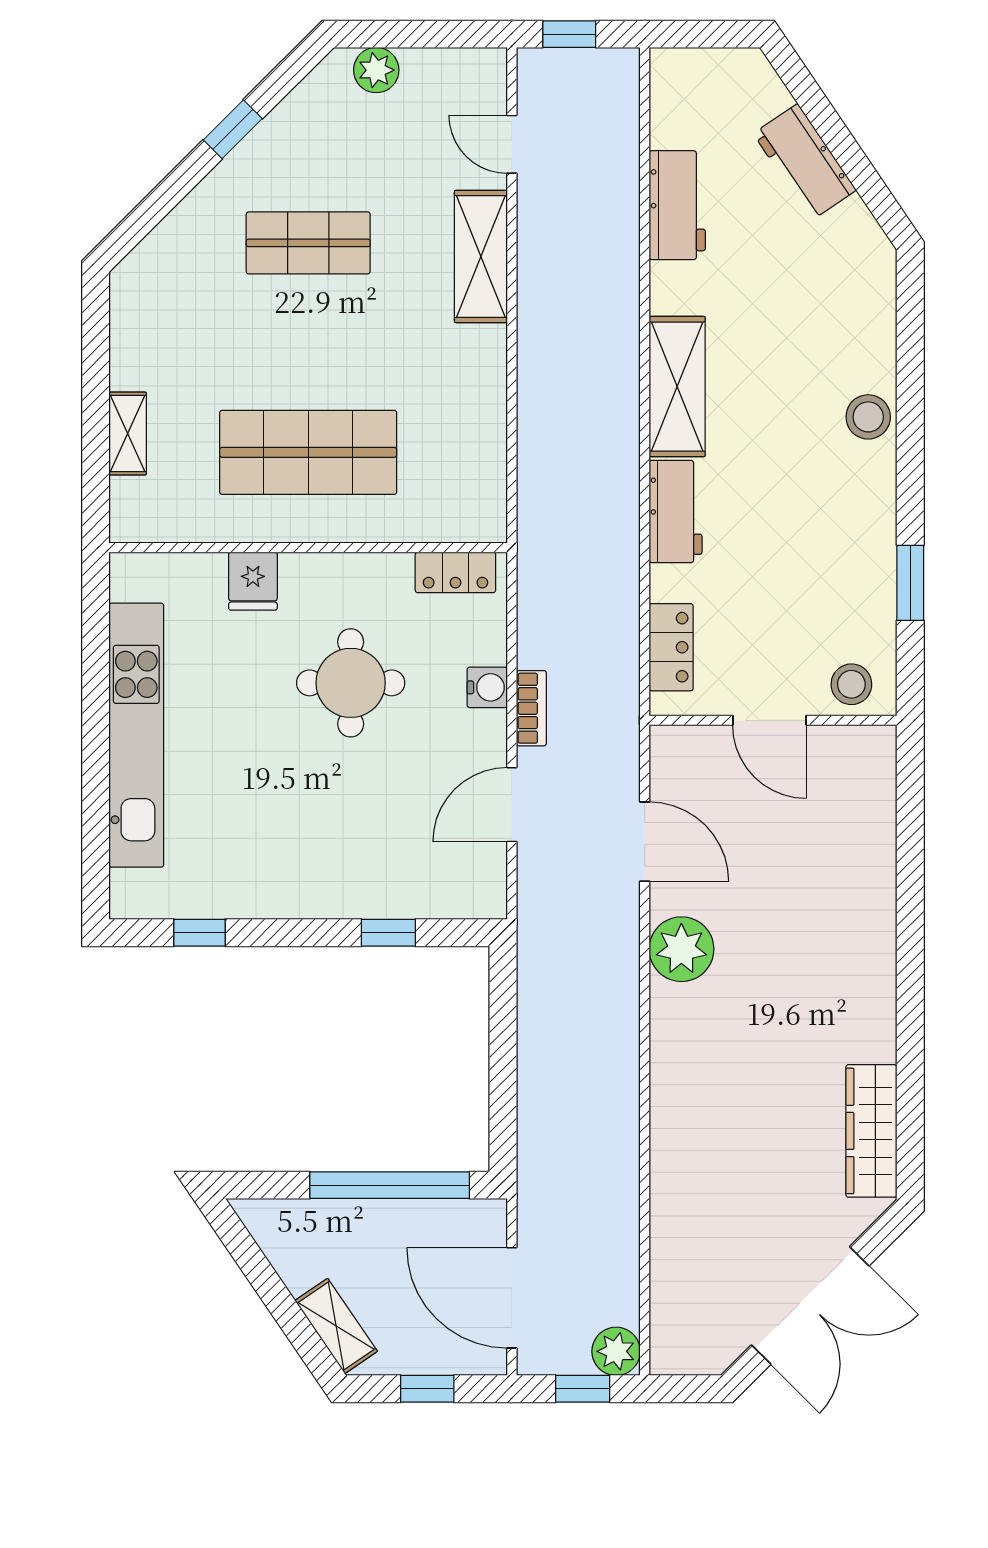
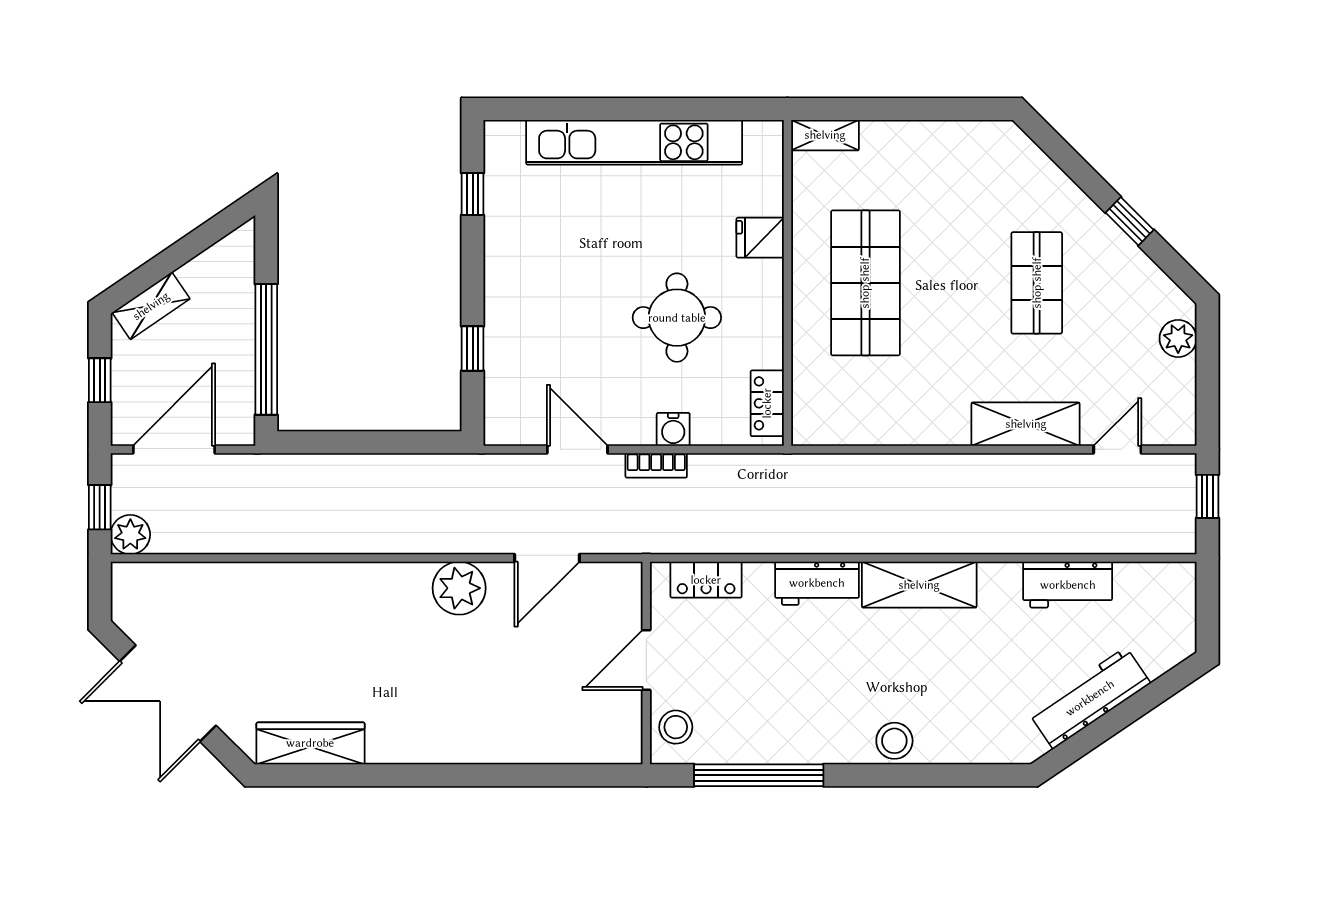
workbench: (805, 162) -> (1090, 698), width x1.38
shelving: (128, 433) -> (825, 135), moved
window: (910, 583) -> (759, 775), width x2.11

